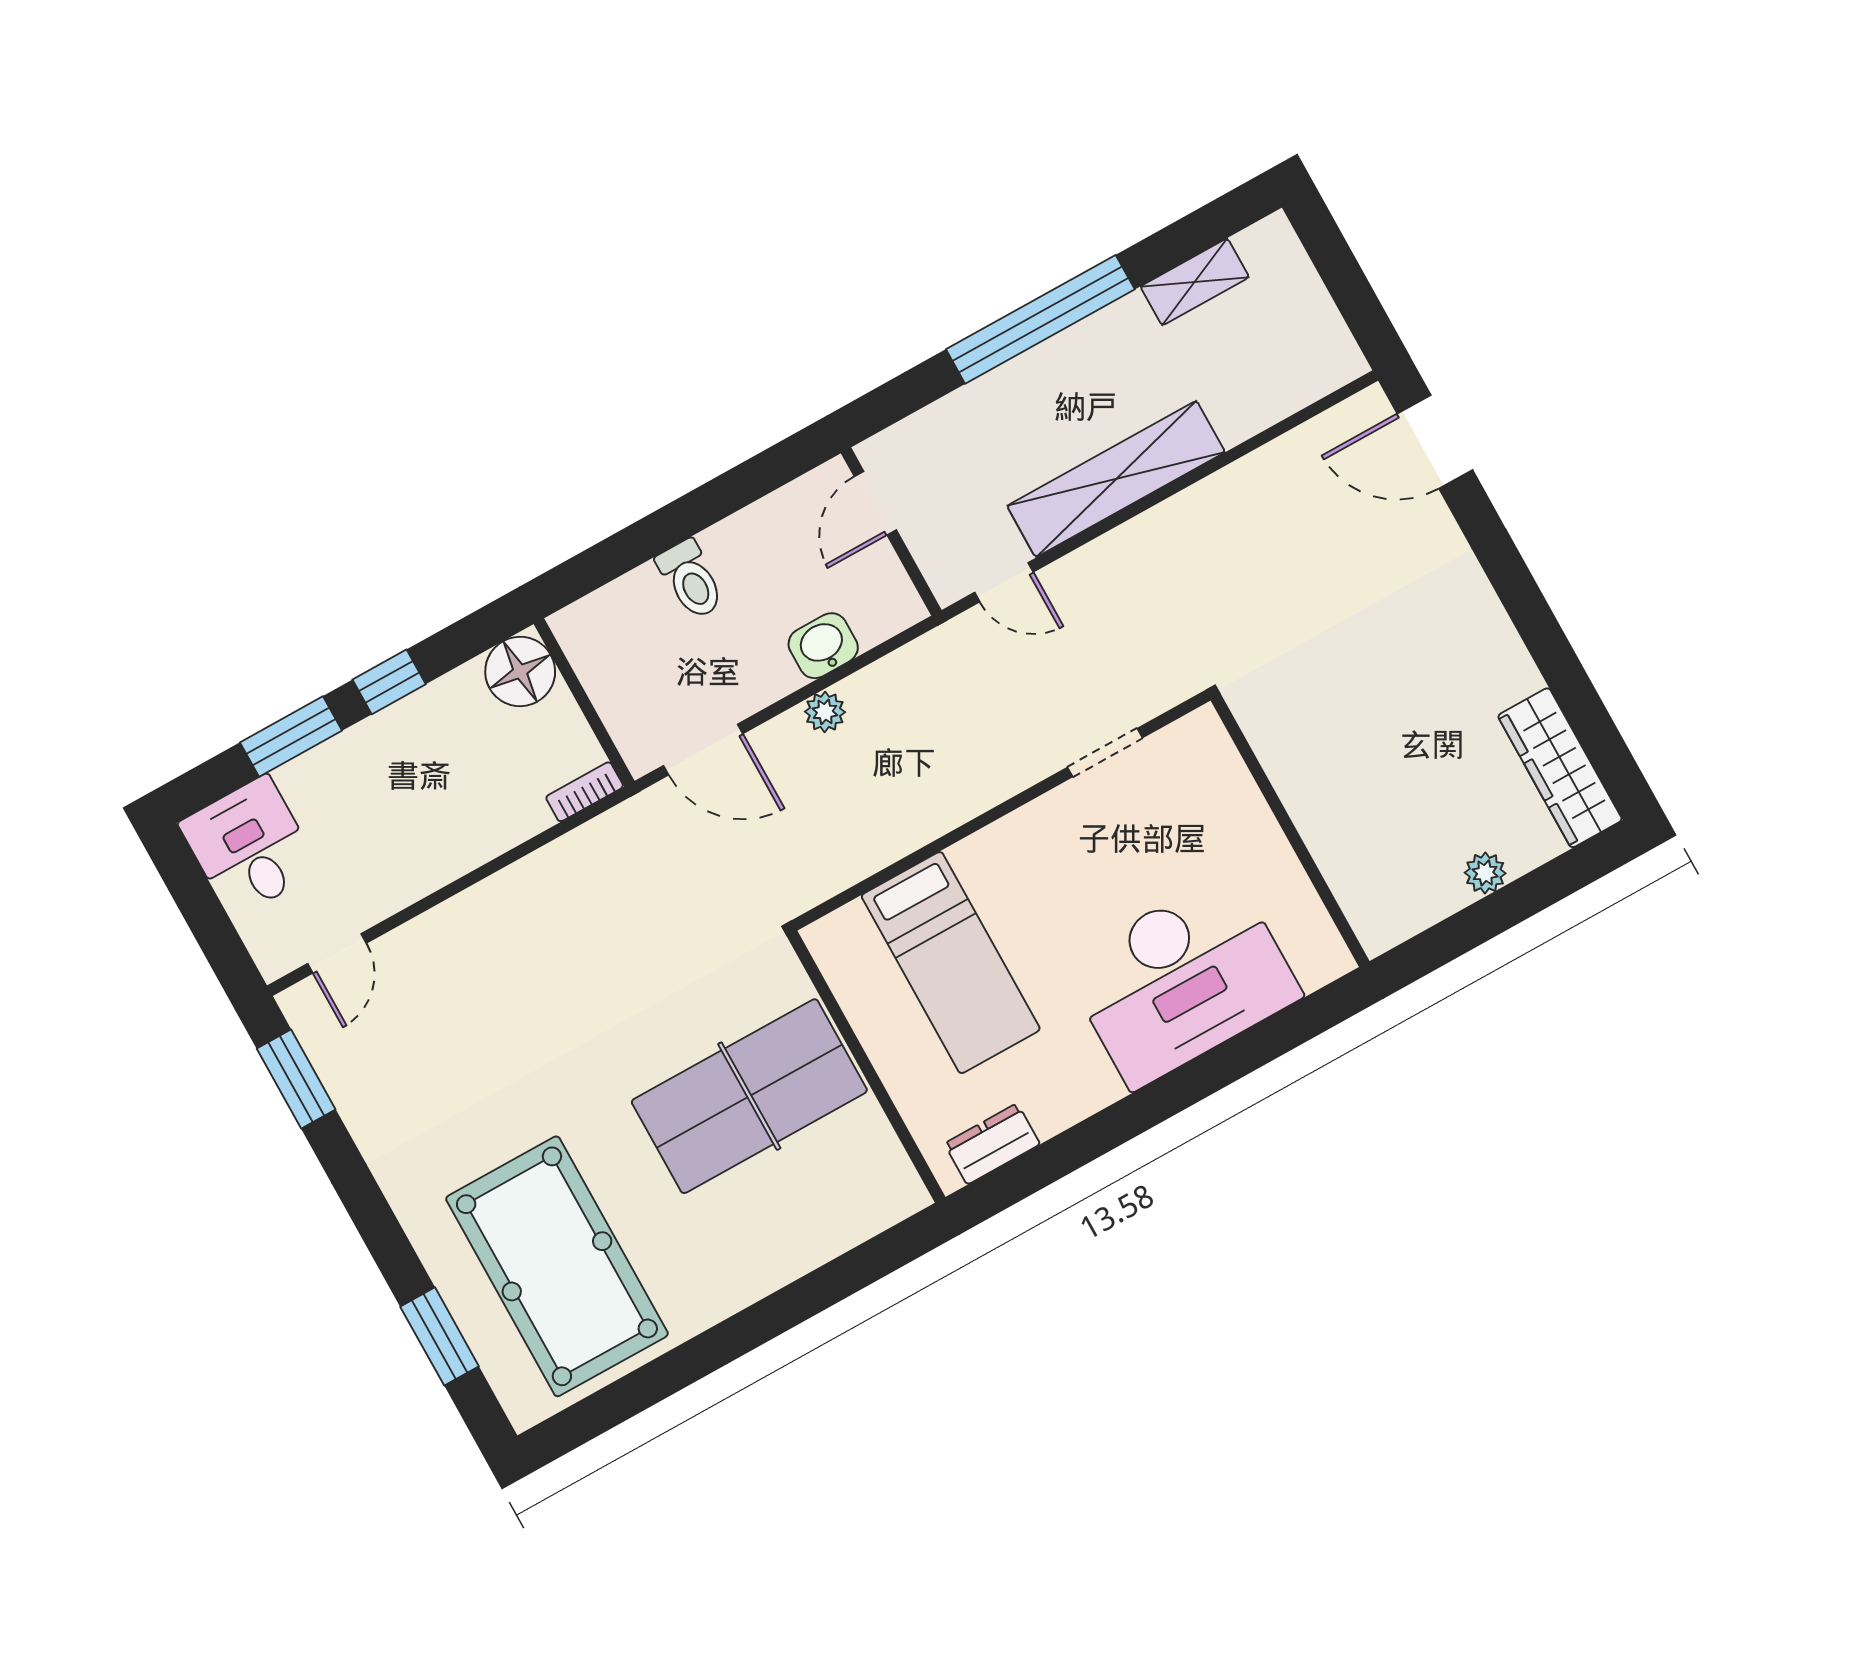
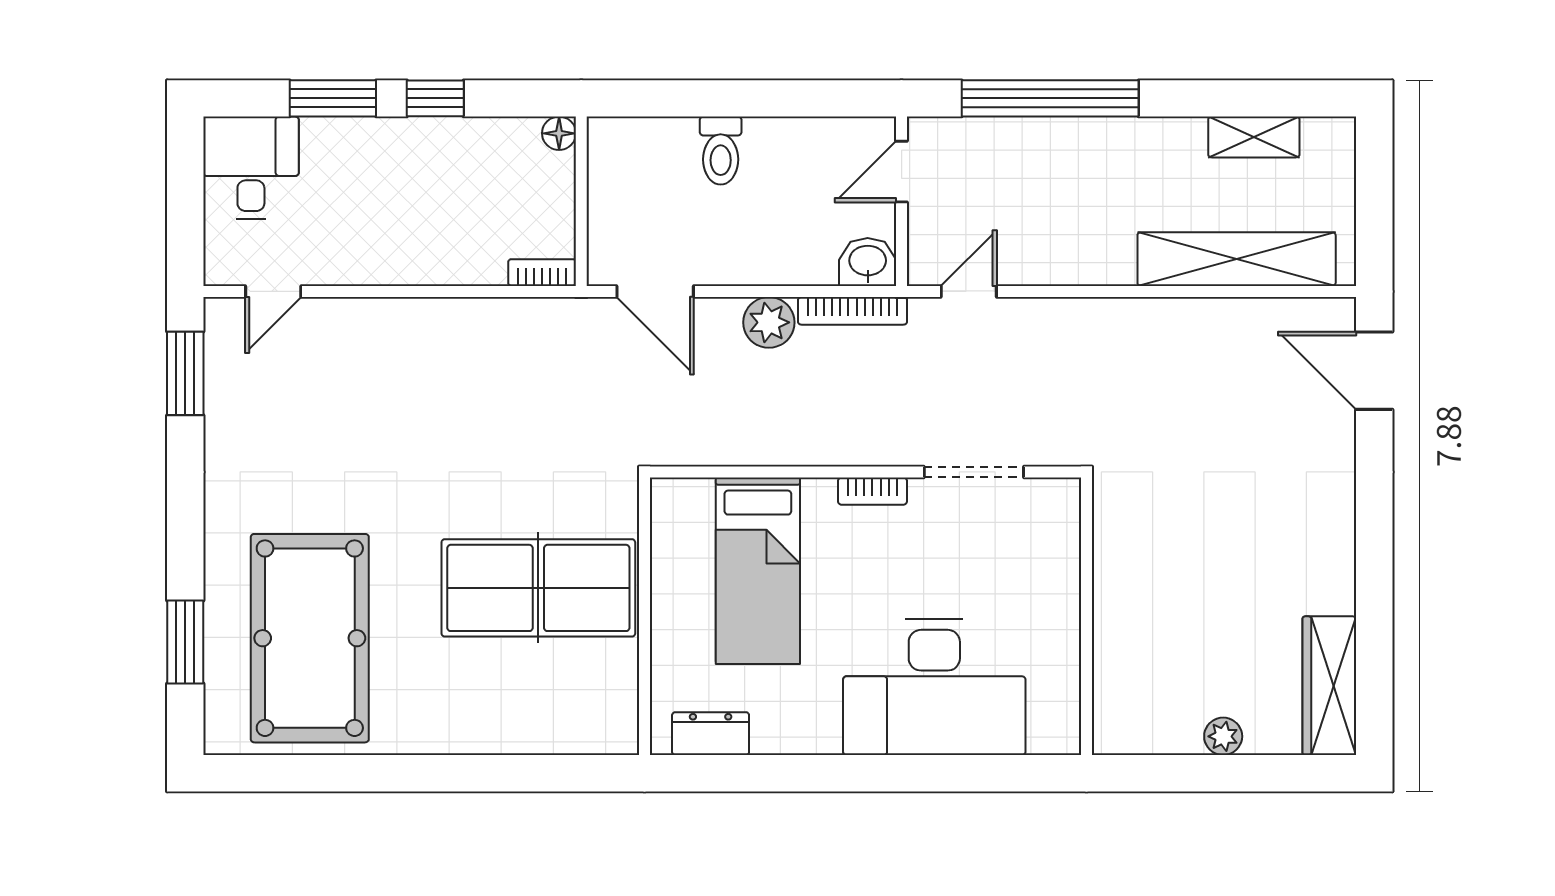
window: (1040, 319) -> (1050, 98), moved
shelving: (1116, 479) -> (1237, 259), moved
door: (1004, 582) -> (969, 291), swing flipped
washbasin: (823, 646) -> (868, 262), moved
bookcase: (903, 663) -> (852, 311), added
floor lamp: (520, 671) -> (559, 133), width x0.53, depth x0.53
plant: (825, 712) -> (769, 322), width x1.38, depth x1.38
doorway: (1105, 753) -> (974, 472), width x1.38
bookcase: (1018, 825) -> (872, 491), added

